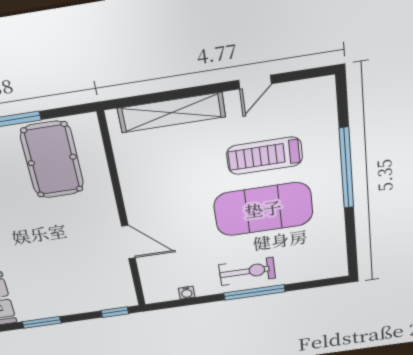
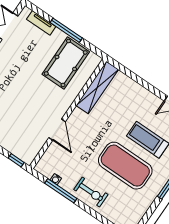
shelving: (172, 113) -> (97, 87), moved, turned 90
window: (254, 292) -> (61, 191), moved

